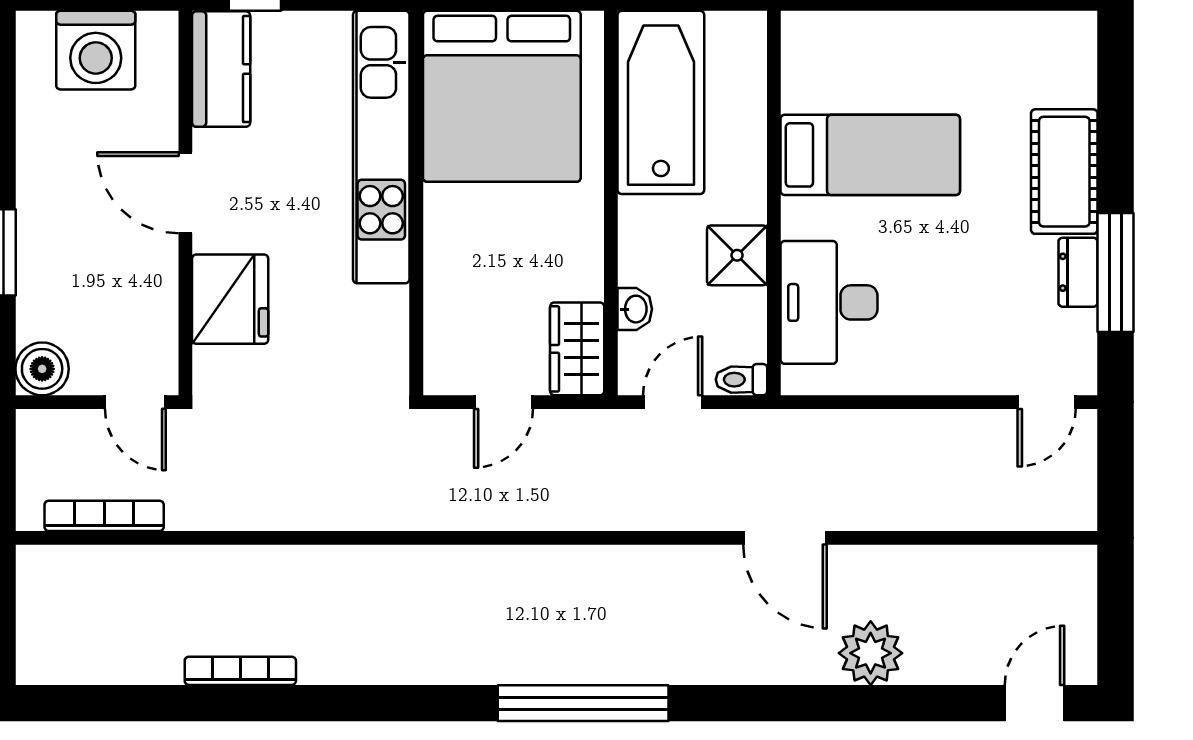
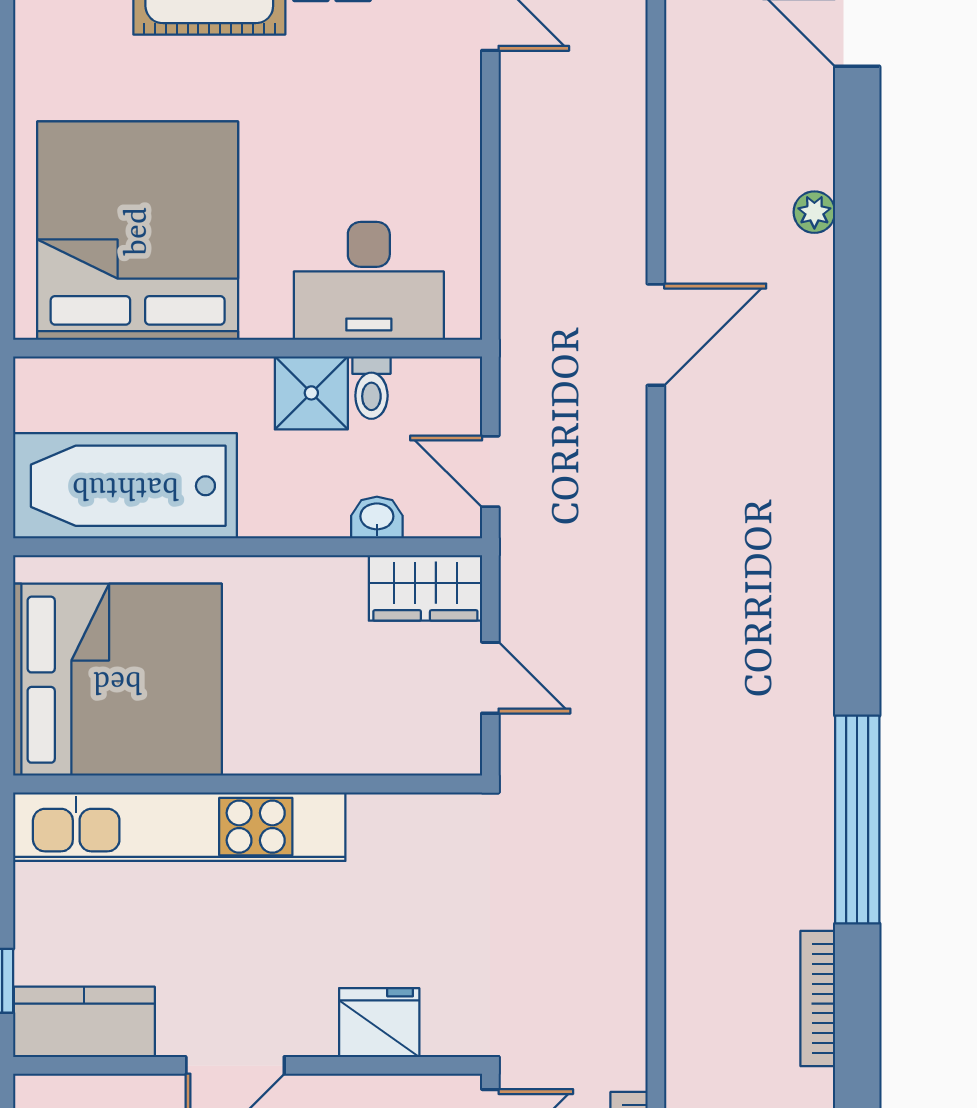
bed: (870, 155) -> (138, 231), width x2.04
fridge: (230, 299) -> (379, 1023), width x0.73, depth x0.75
toilet: (741, 380) -> (371, 388), moved
plant: (871, 653) -> (814, 212), width x0.53, depth x0.53
window: (583, 703) -> (857, 820), moved

